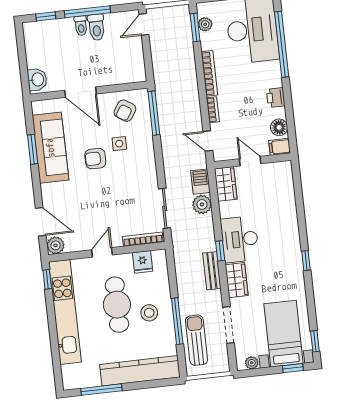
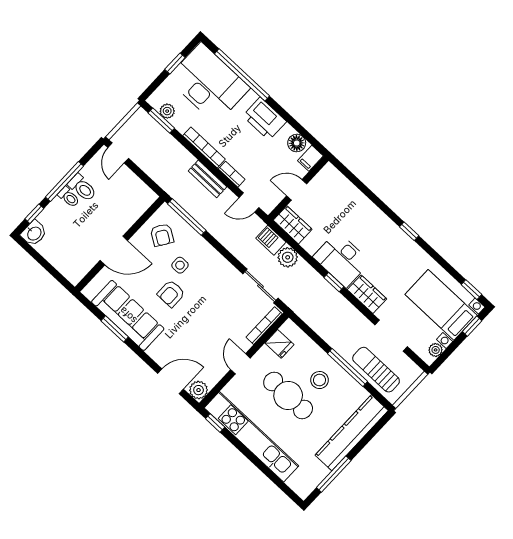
washbasin: (37, 79) -> (34, 233), moved, turned 90
printer: (276, 98) -> (265, 119), width x1.87, depth x1.48
bench: (212, 271) -> (207, 179), moved

